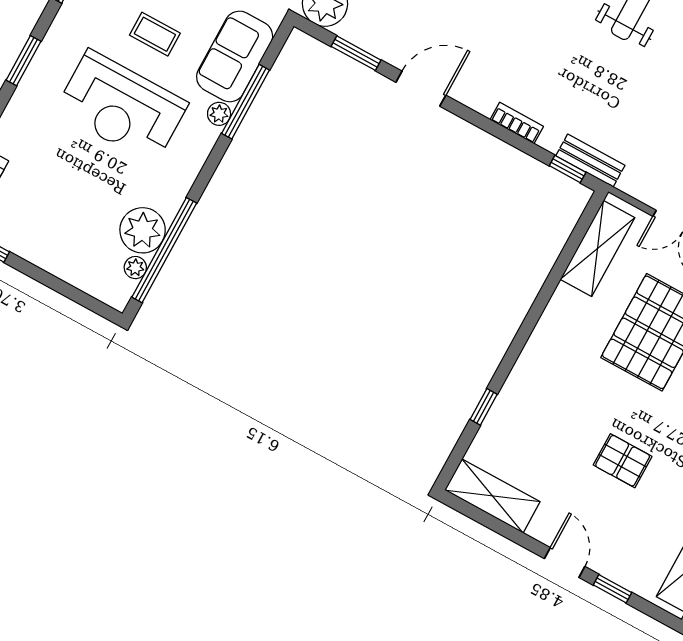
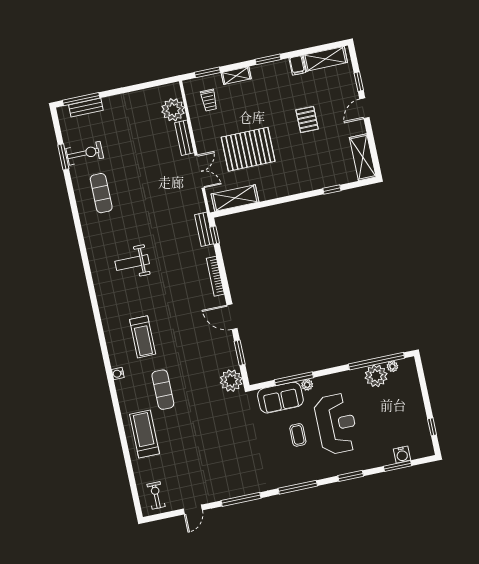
bookcase: (517, 123) -> (215, 276), width x1.56

